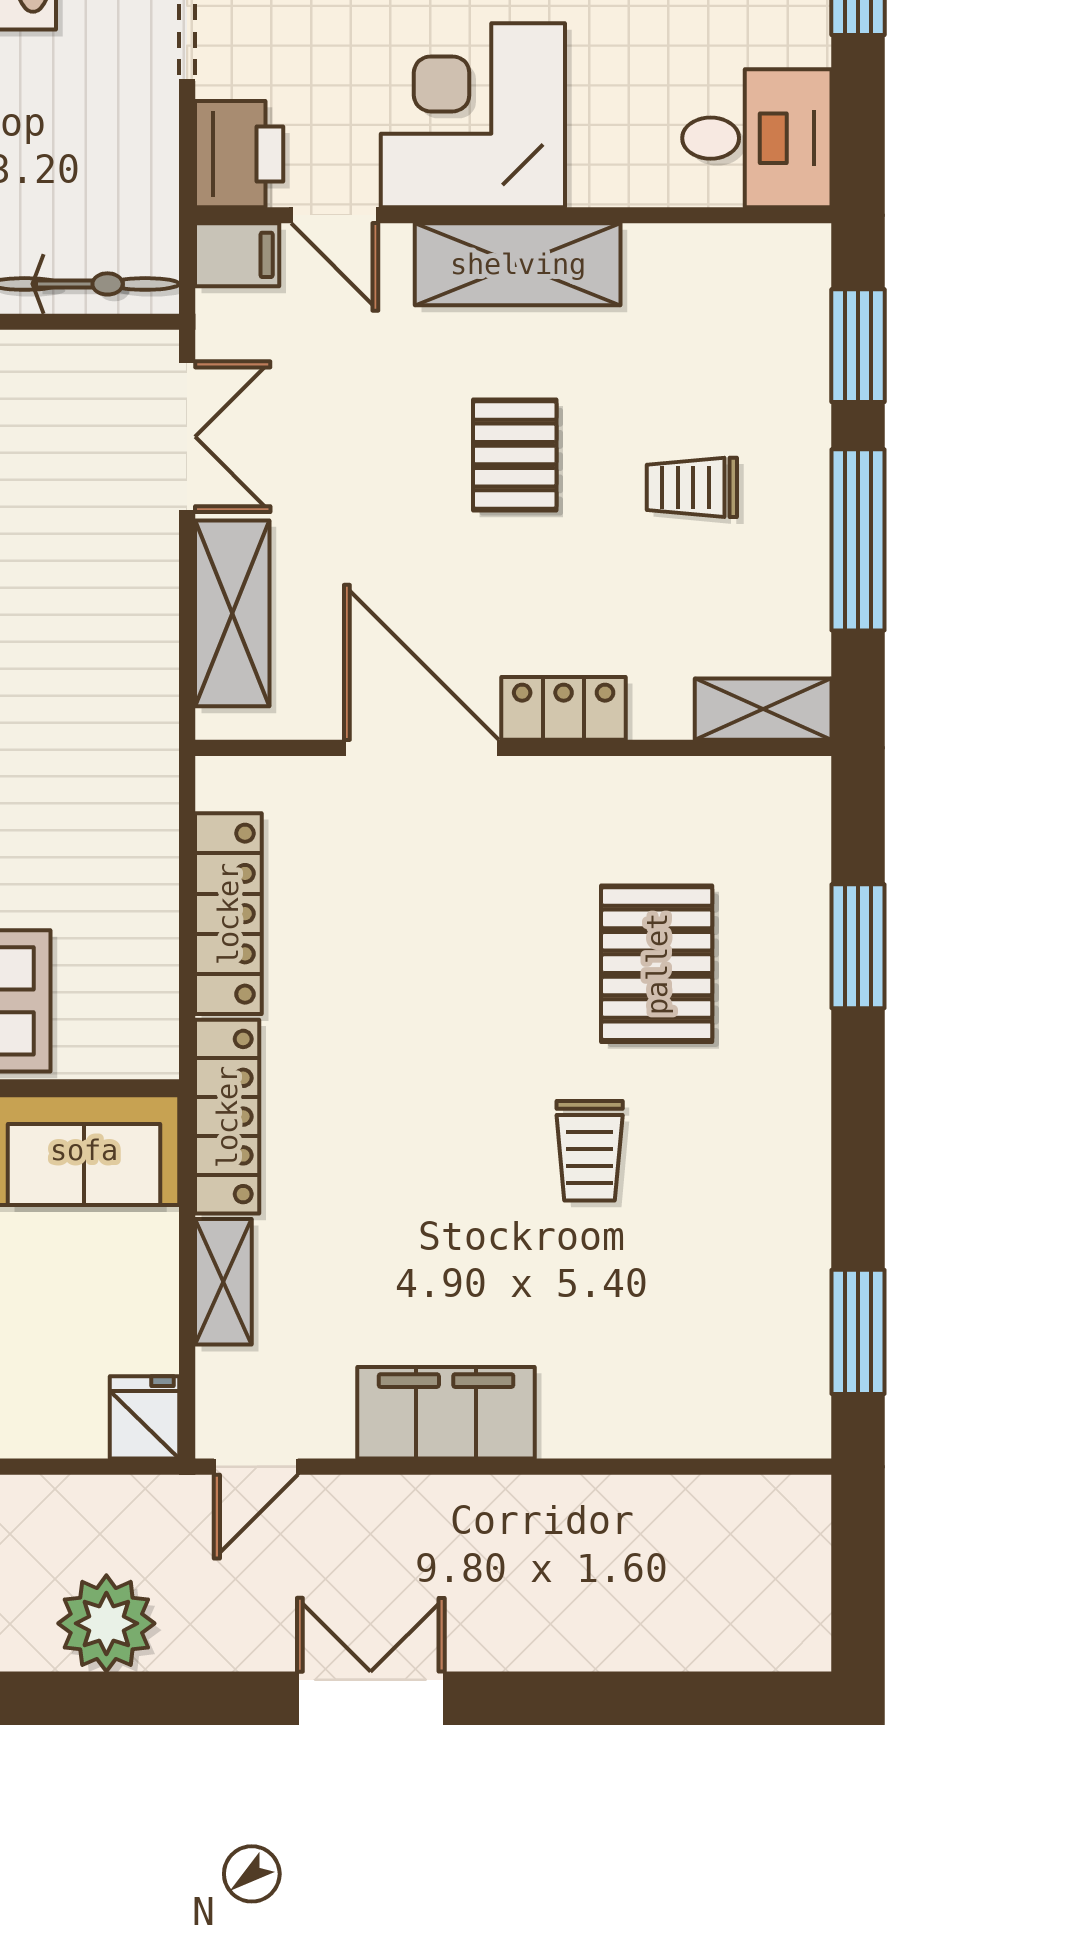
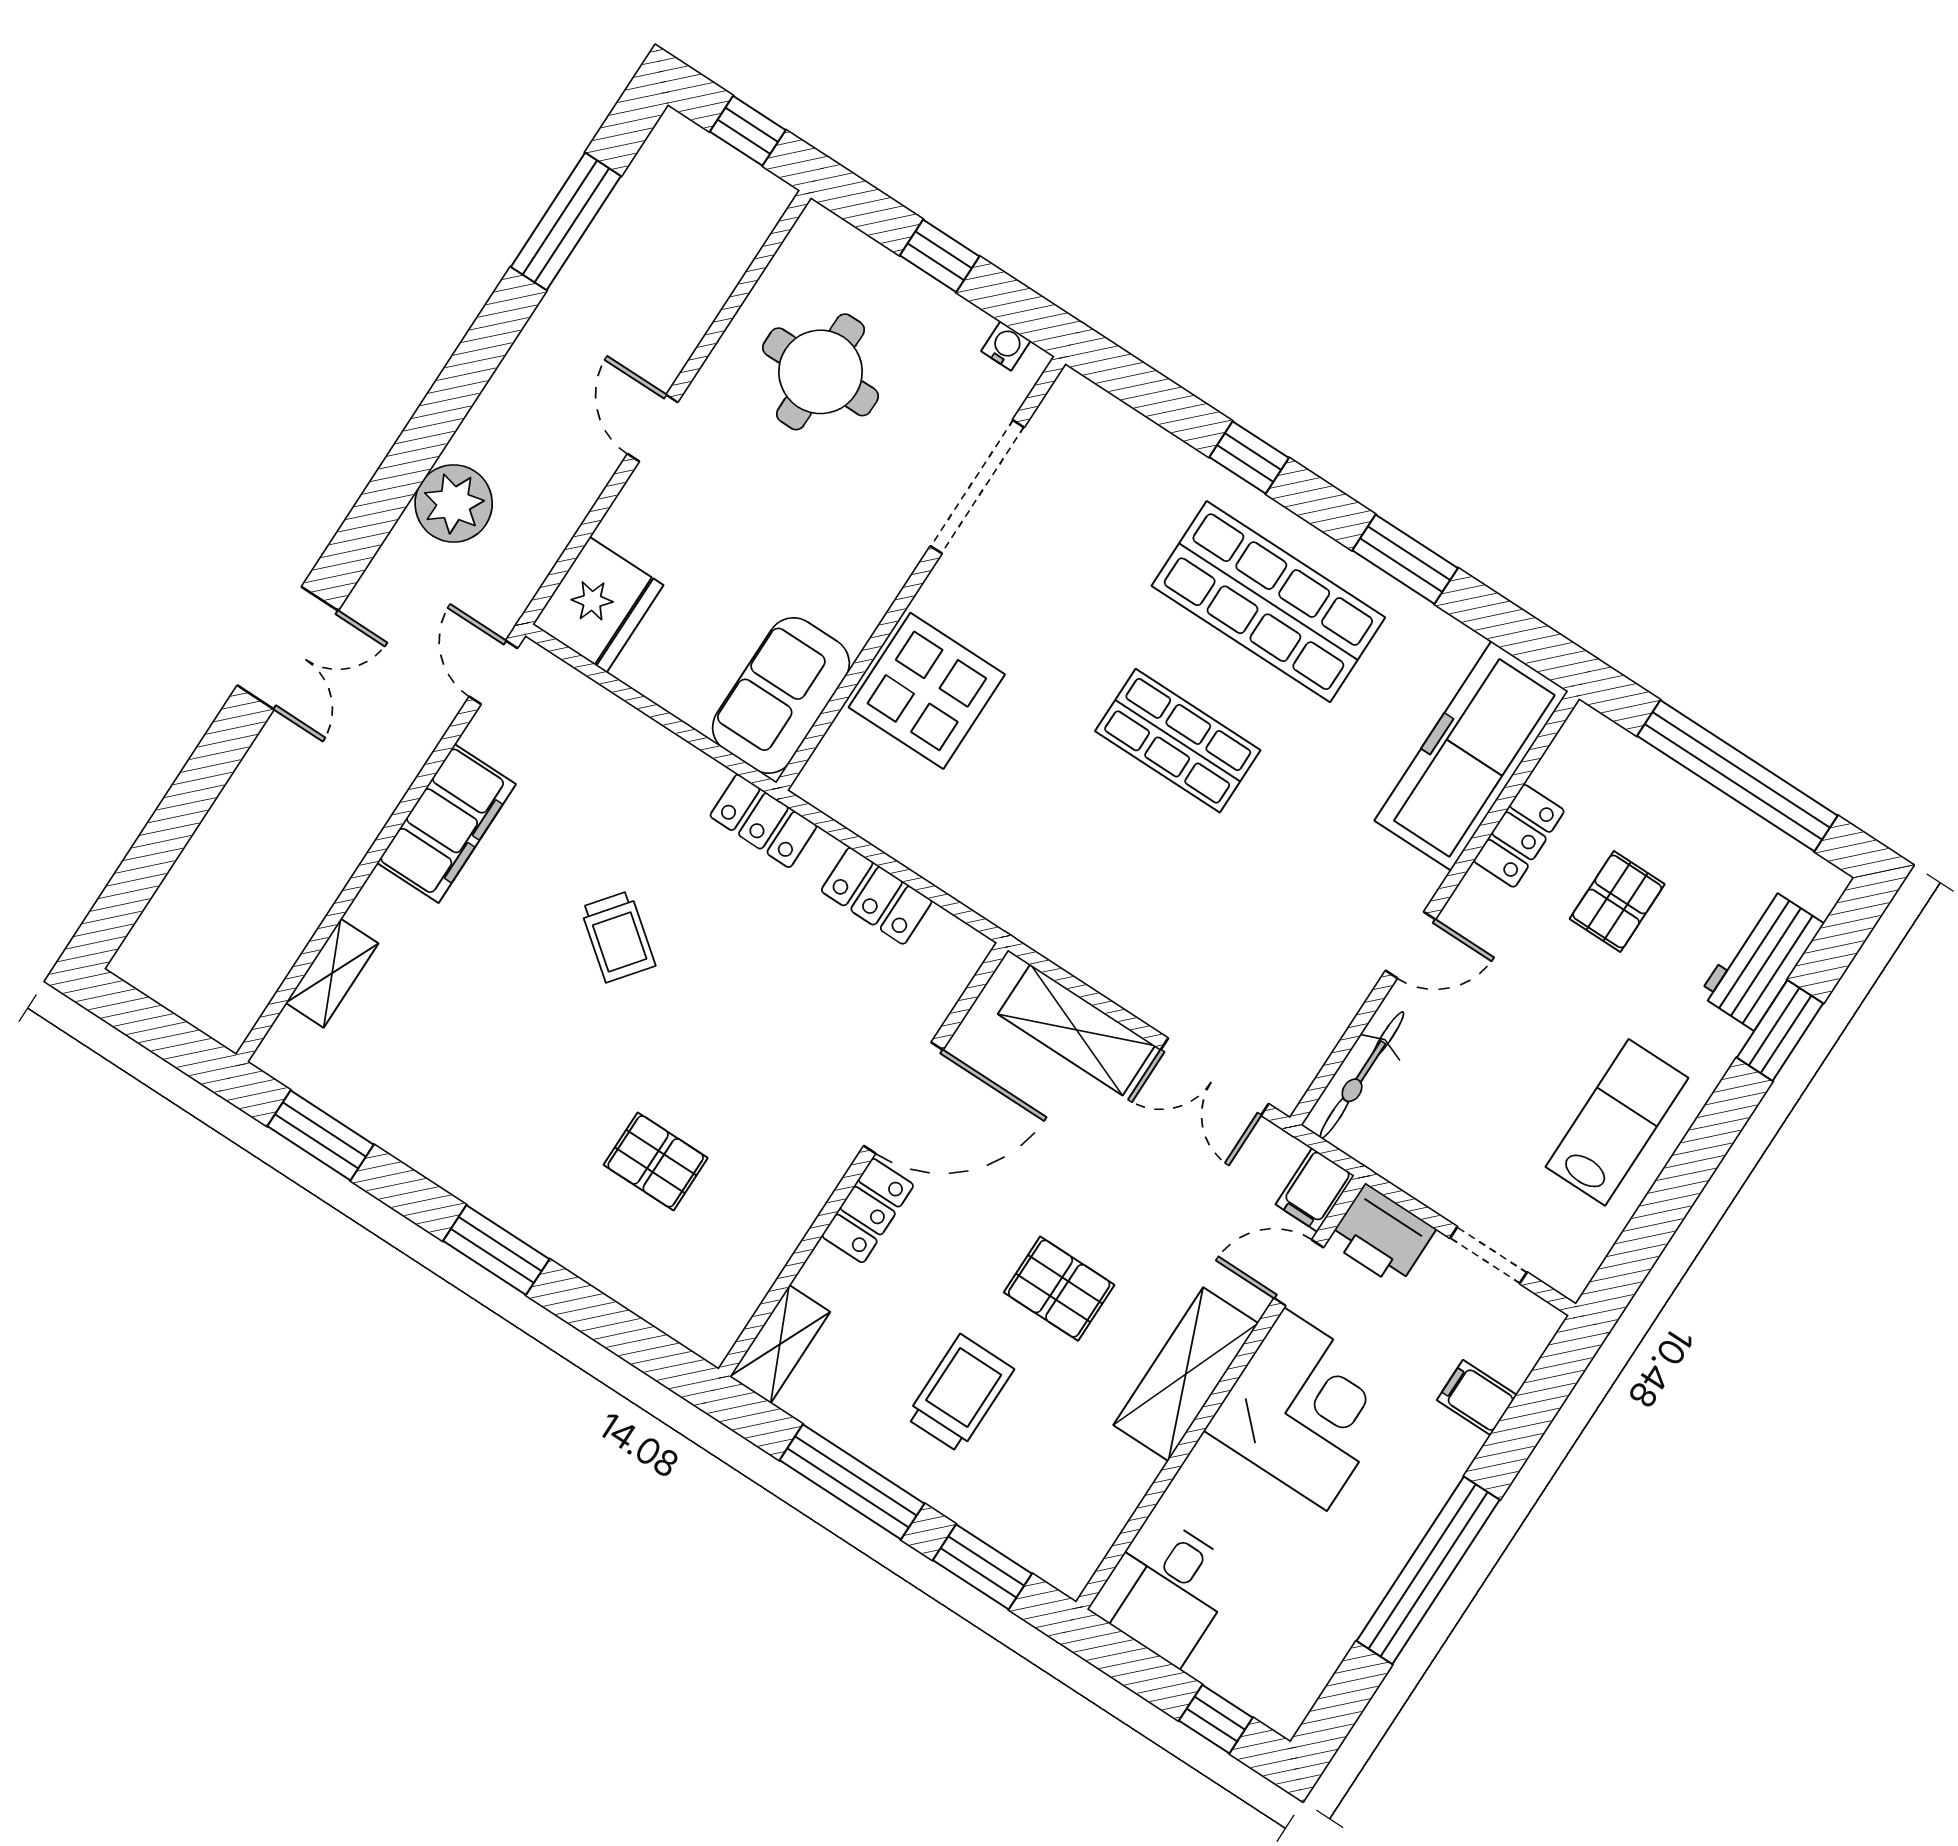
trolley: (692, 487) -> (960, 1393), width x1.36, depth x1.39
locker: (228, 914) -> (877, 896), width x0.66
window: (858, 946) -> (496, 1250), moved
pallet: (657, 964) -> (656, 1161), width x0.67, depth x0.71
locker: (227, 1117) -> (763, 821), width x0.66
trolley: (590, 1151) -> (618, 937), moved, turned -142
shelving: (223, 1282) -> (332, 973), moved, turned 90
fridge: (144, 1417) -> (598, 605), width x1.88, depth x1.34

